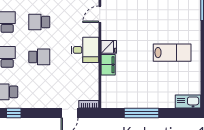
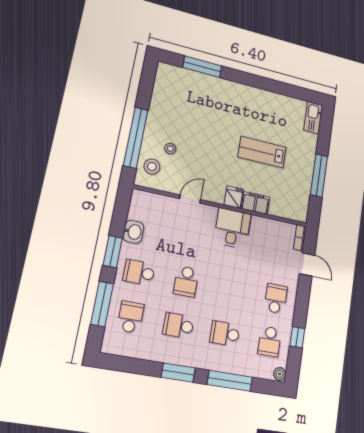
door: (100, 14) -> (190, 199), swing flipped
lab bench: (172, 53) -> (262, 152), moved, turned -90
school desk: (39, 57) -> (276, 299), moved

